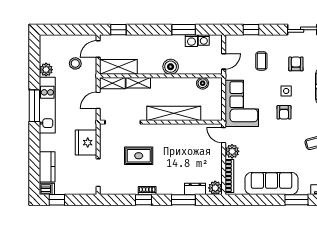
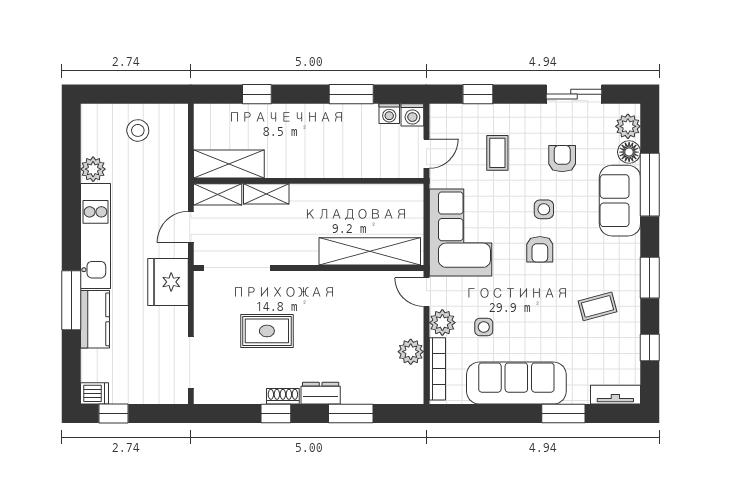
window: (118, 30) -> (257, 94), moved
washing machine: (191, 41) -> (412, 115), moved
door: (98, 49) -> (191, 131), removed
stool: (75, 63) -> (138, 130), moved
boiler: (171, 67) -> (327, 164), removed
boiler: (203, 83) -> (387, 195), removed
window: (34, 106) -> (71, 300), moved
shelving: (174, 113) -> (370, 251), moved
fridge: (86, 143) -> (168, 282), moved
side table: (254, 154) -> (484, 327), added
kitchen counter: (47, 167) -> (95, 319), moved
plant: (215, 188) -> (411, 352), moved
dresser: (195, 189) -> (321, 393), moved

